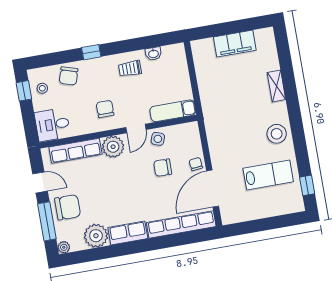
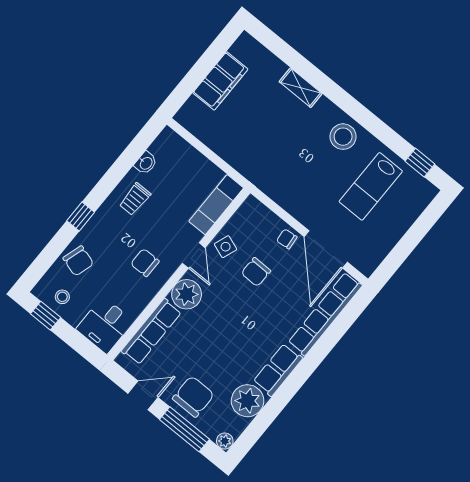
lab bench: (268, 175) -> (371, 186), turned 180

